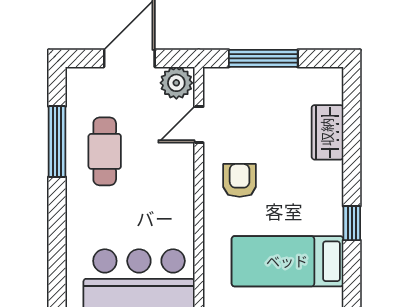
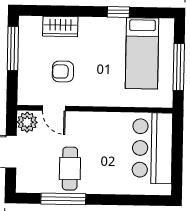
window: (263, 58) -> (13, 48), moved
cafe table: (105, 151) -> (70, 169), turned 90
armchair: (240, 180) -> (63, 71), moved

